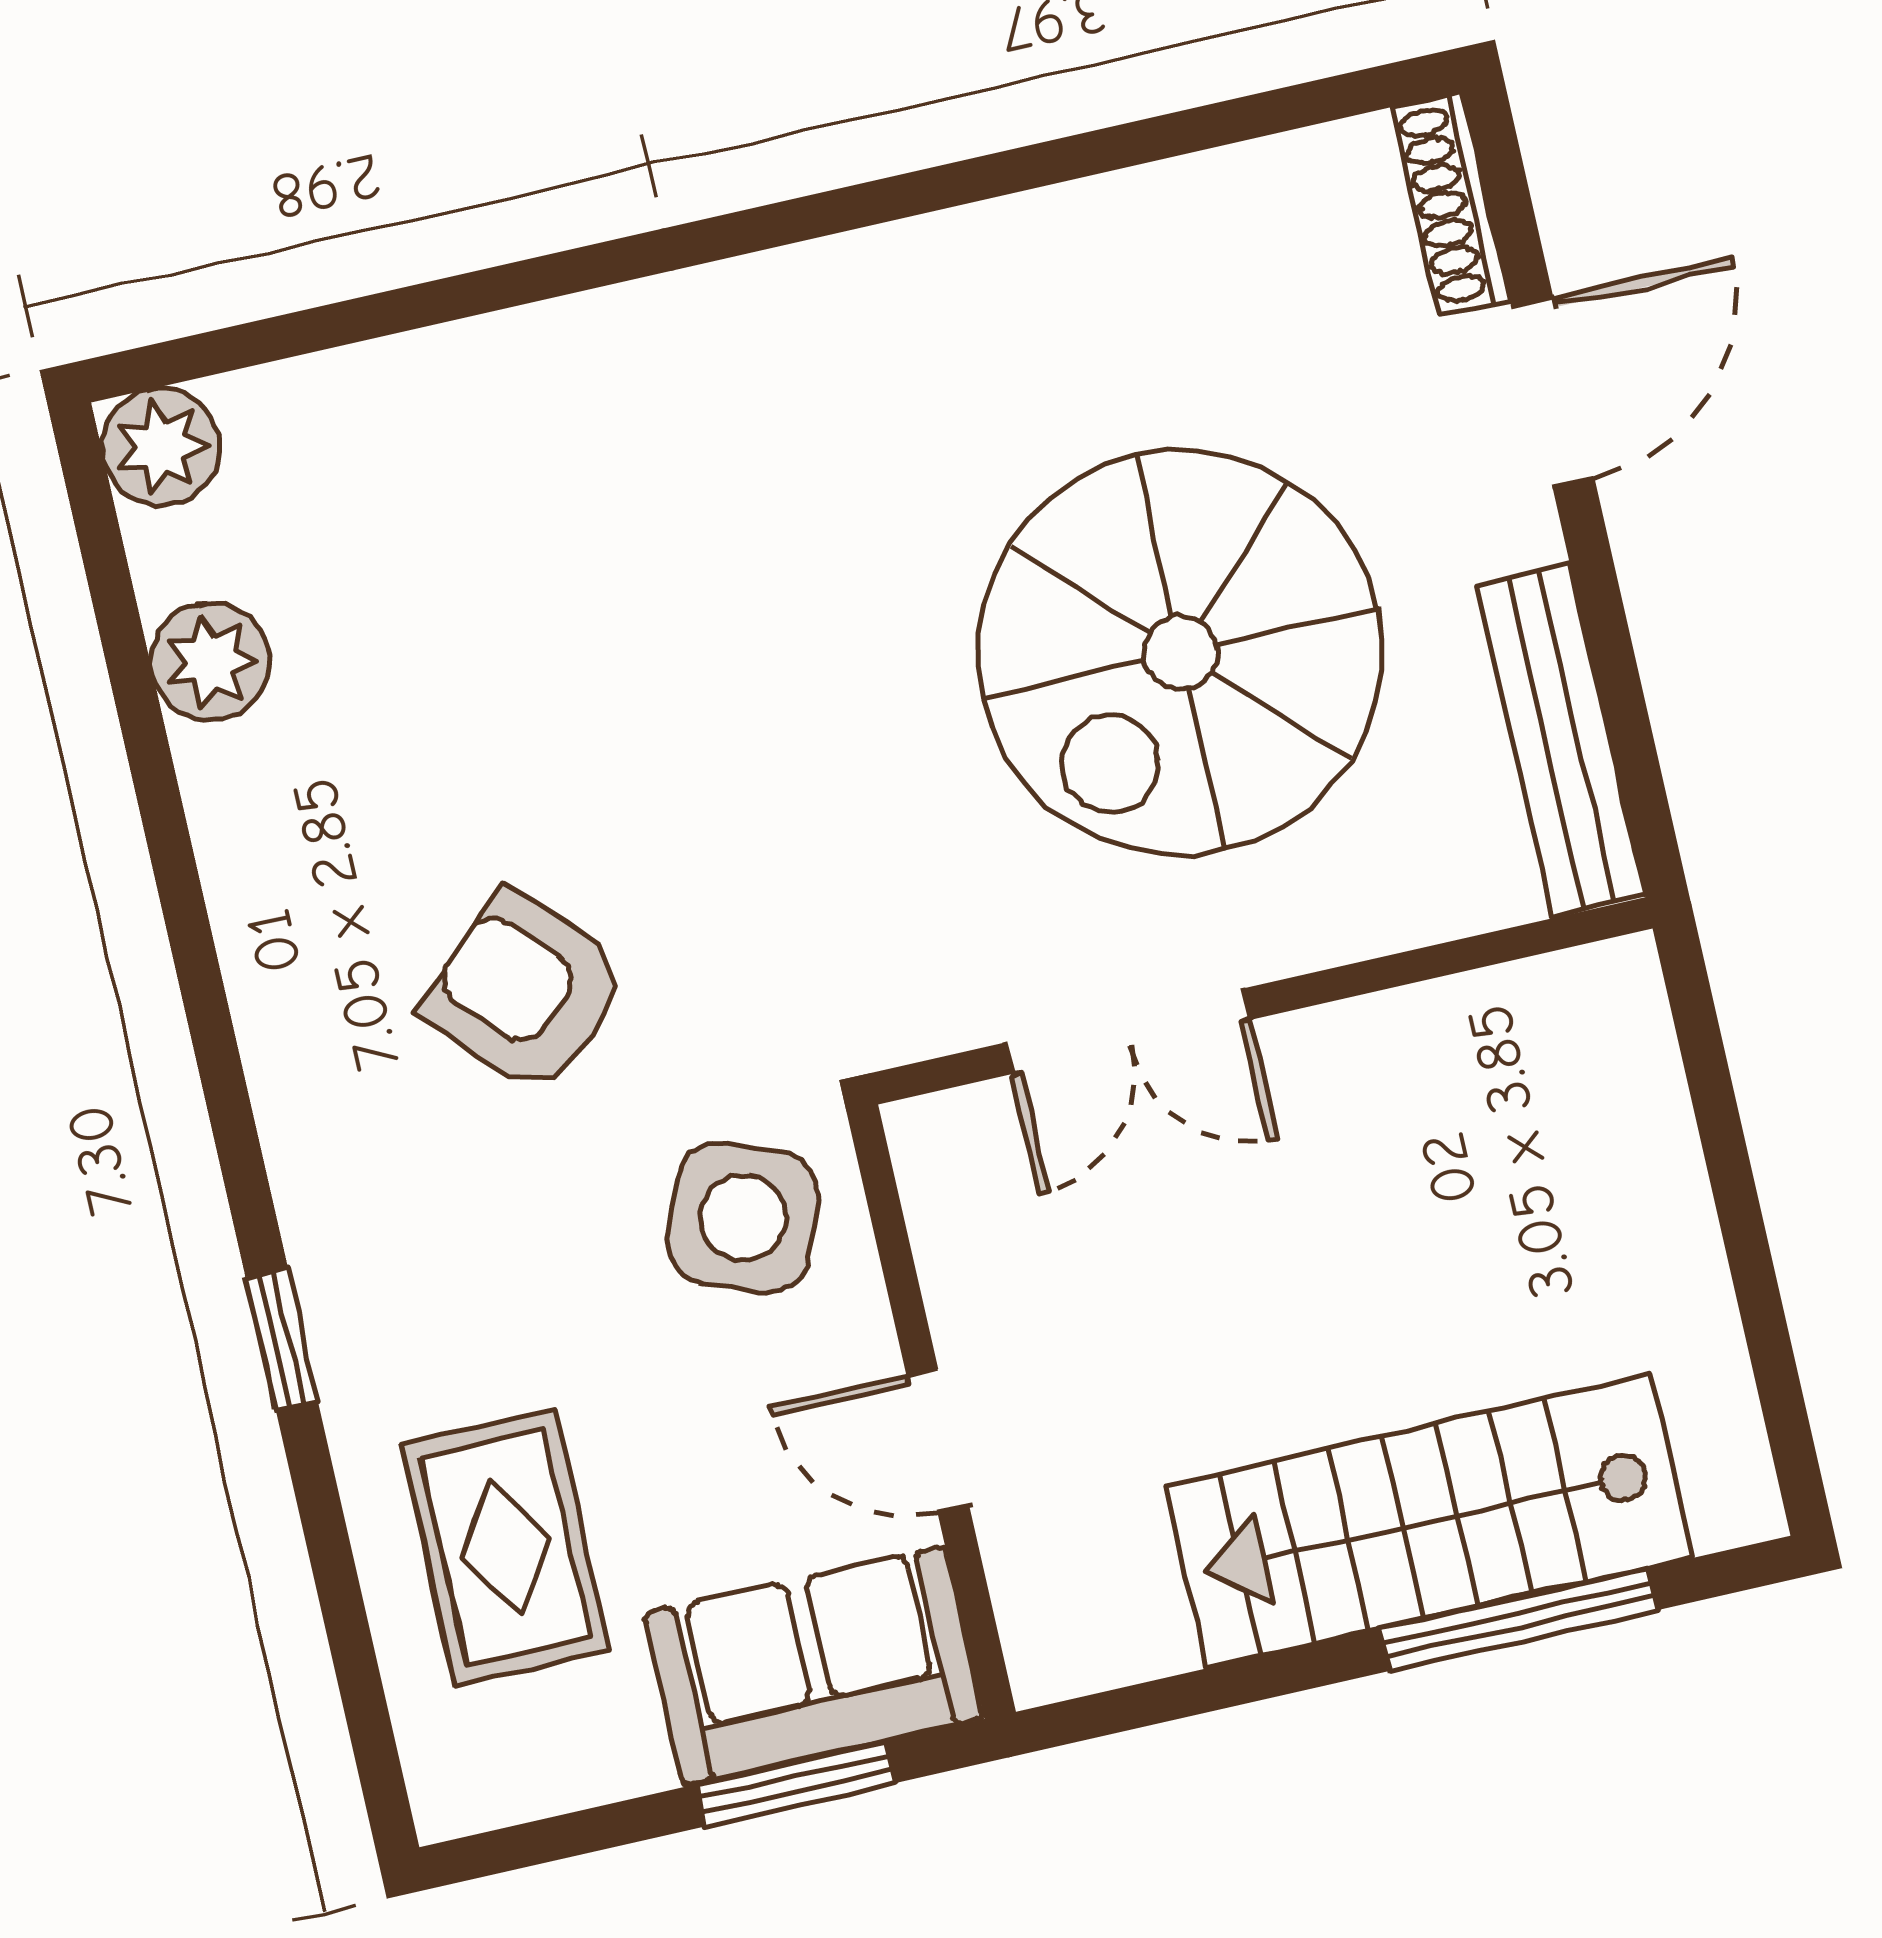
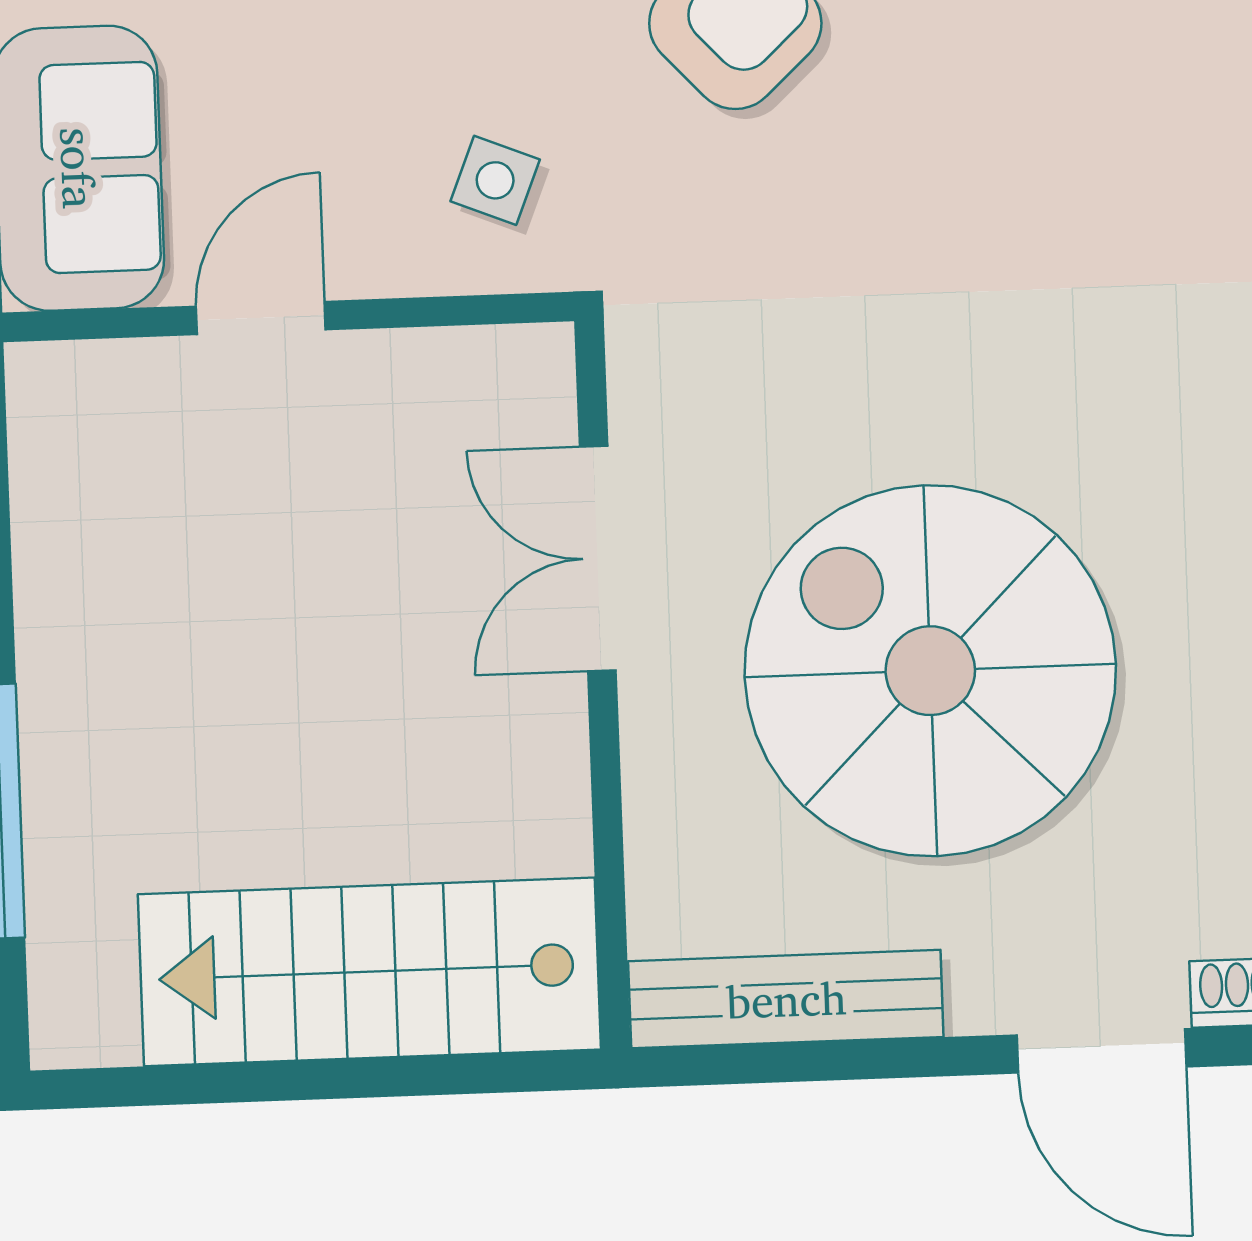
side table: (743, 1218) -> (495, 180), width x0.54, depth x0.54
stairs: (1429, 1522) -> (369, 972), moved, turned -90

